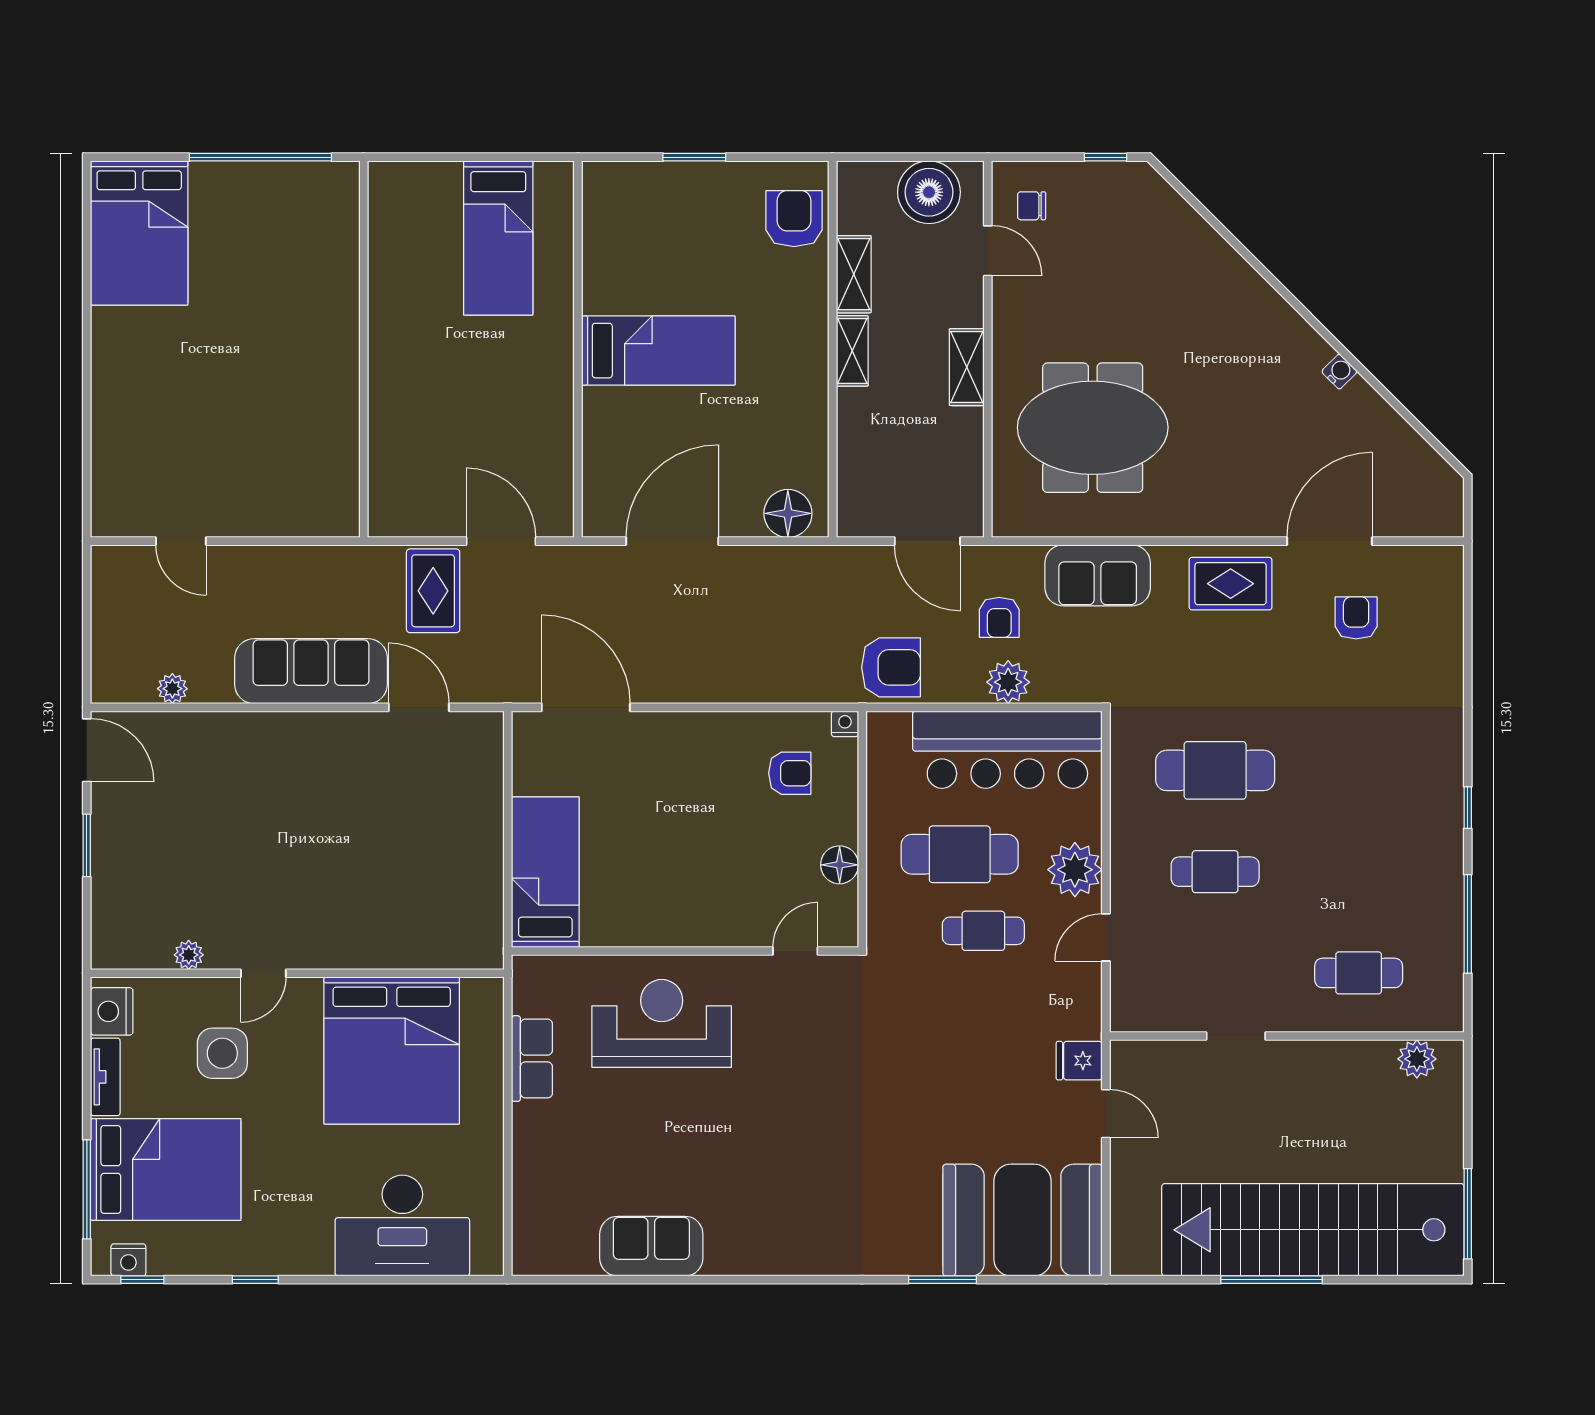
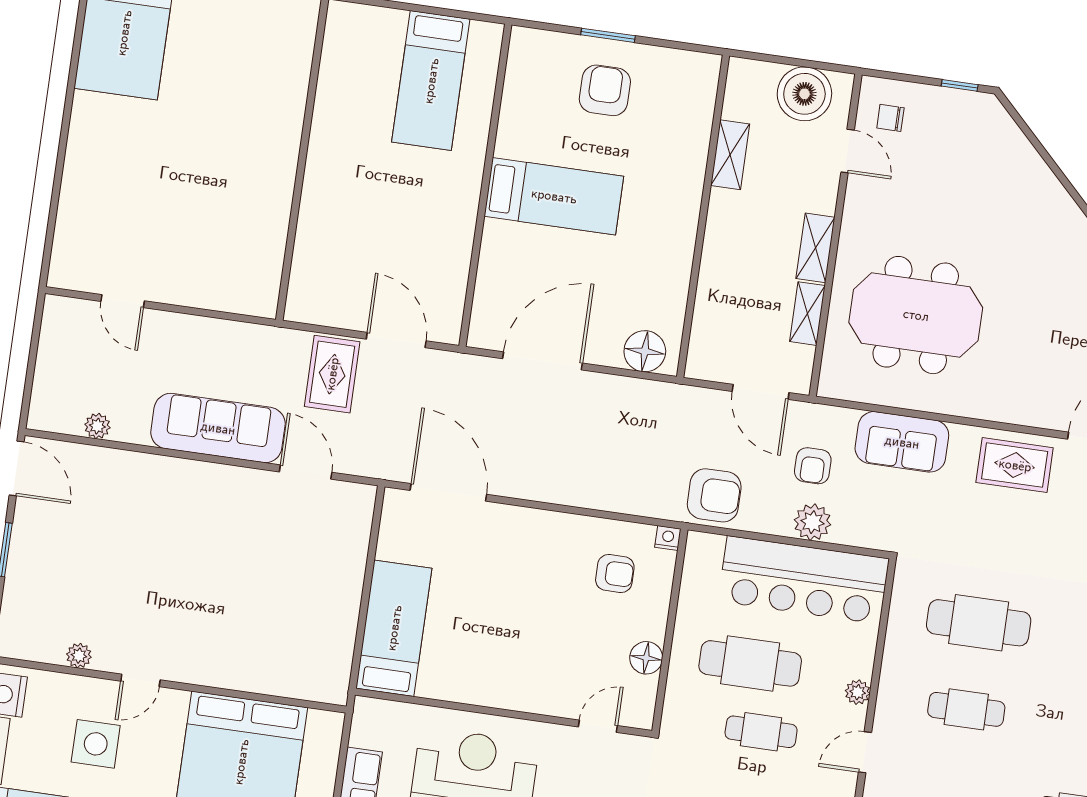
armchair: (794, 219) -> (605, 90), moved
shelving: (852, 351) -> (807, 314), moved
plant: (1075, 870) -> (858, 692), width x0.53, depth x0.53

